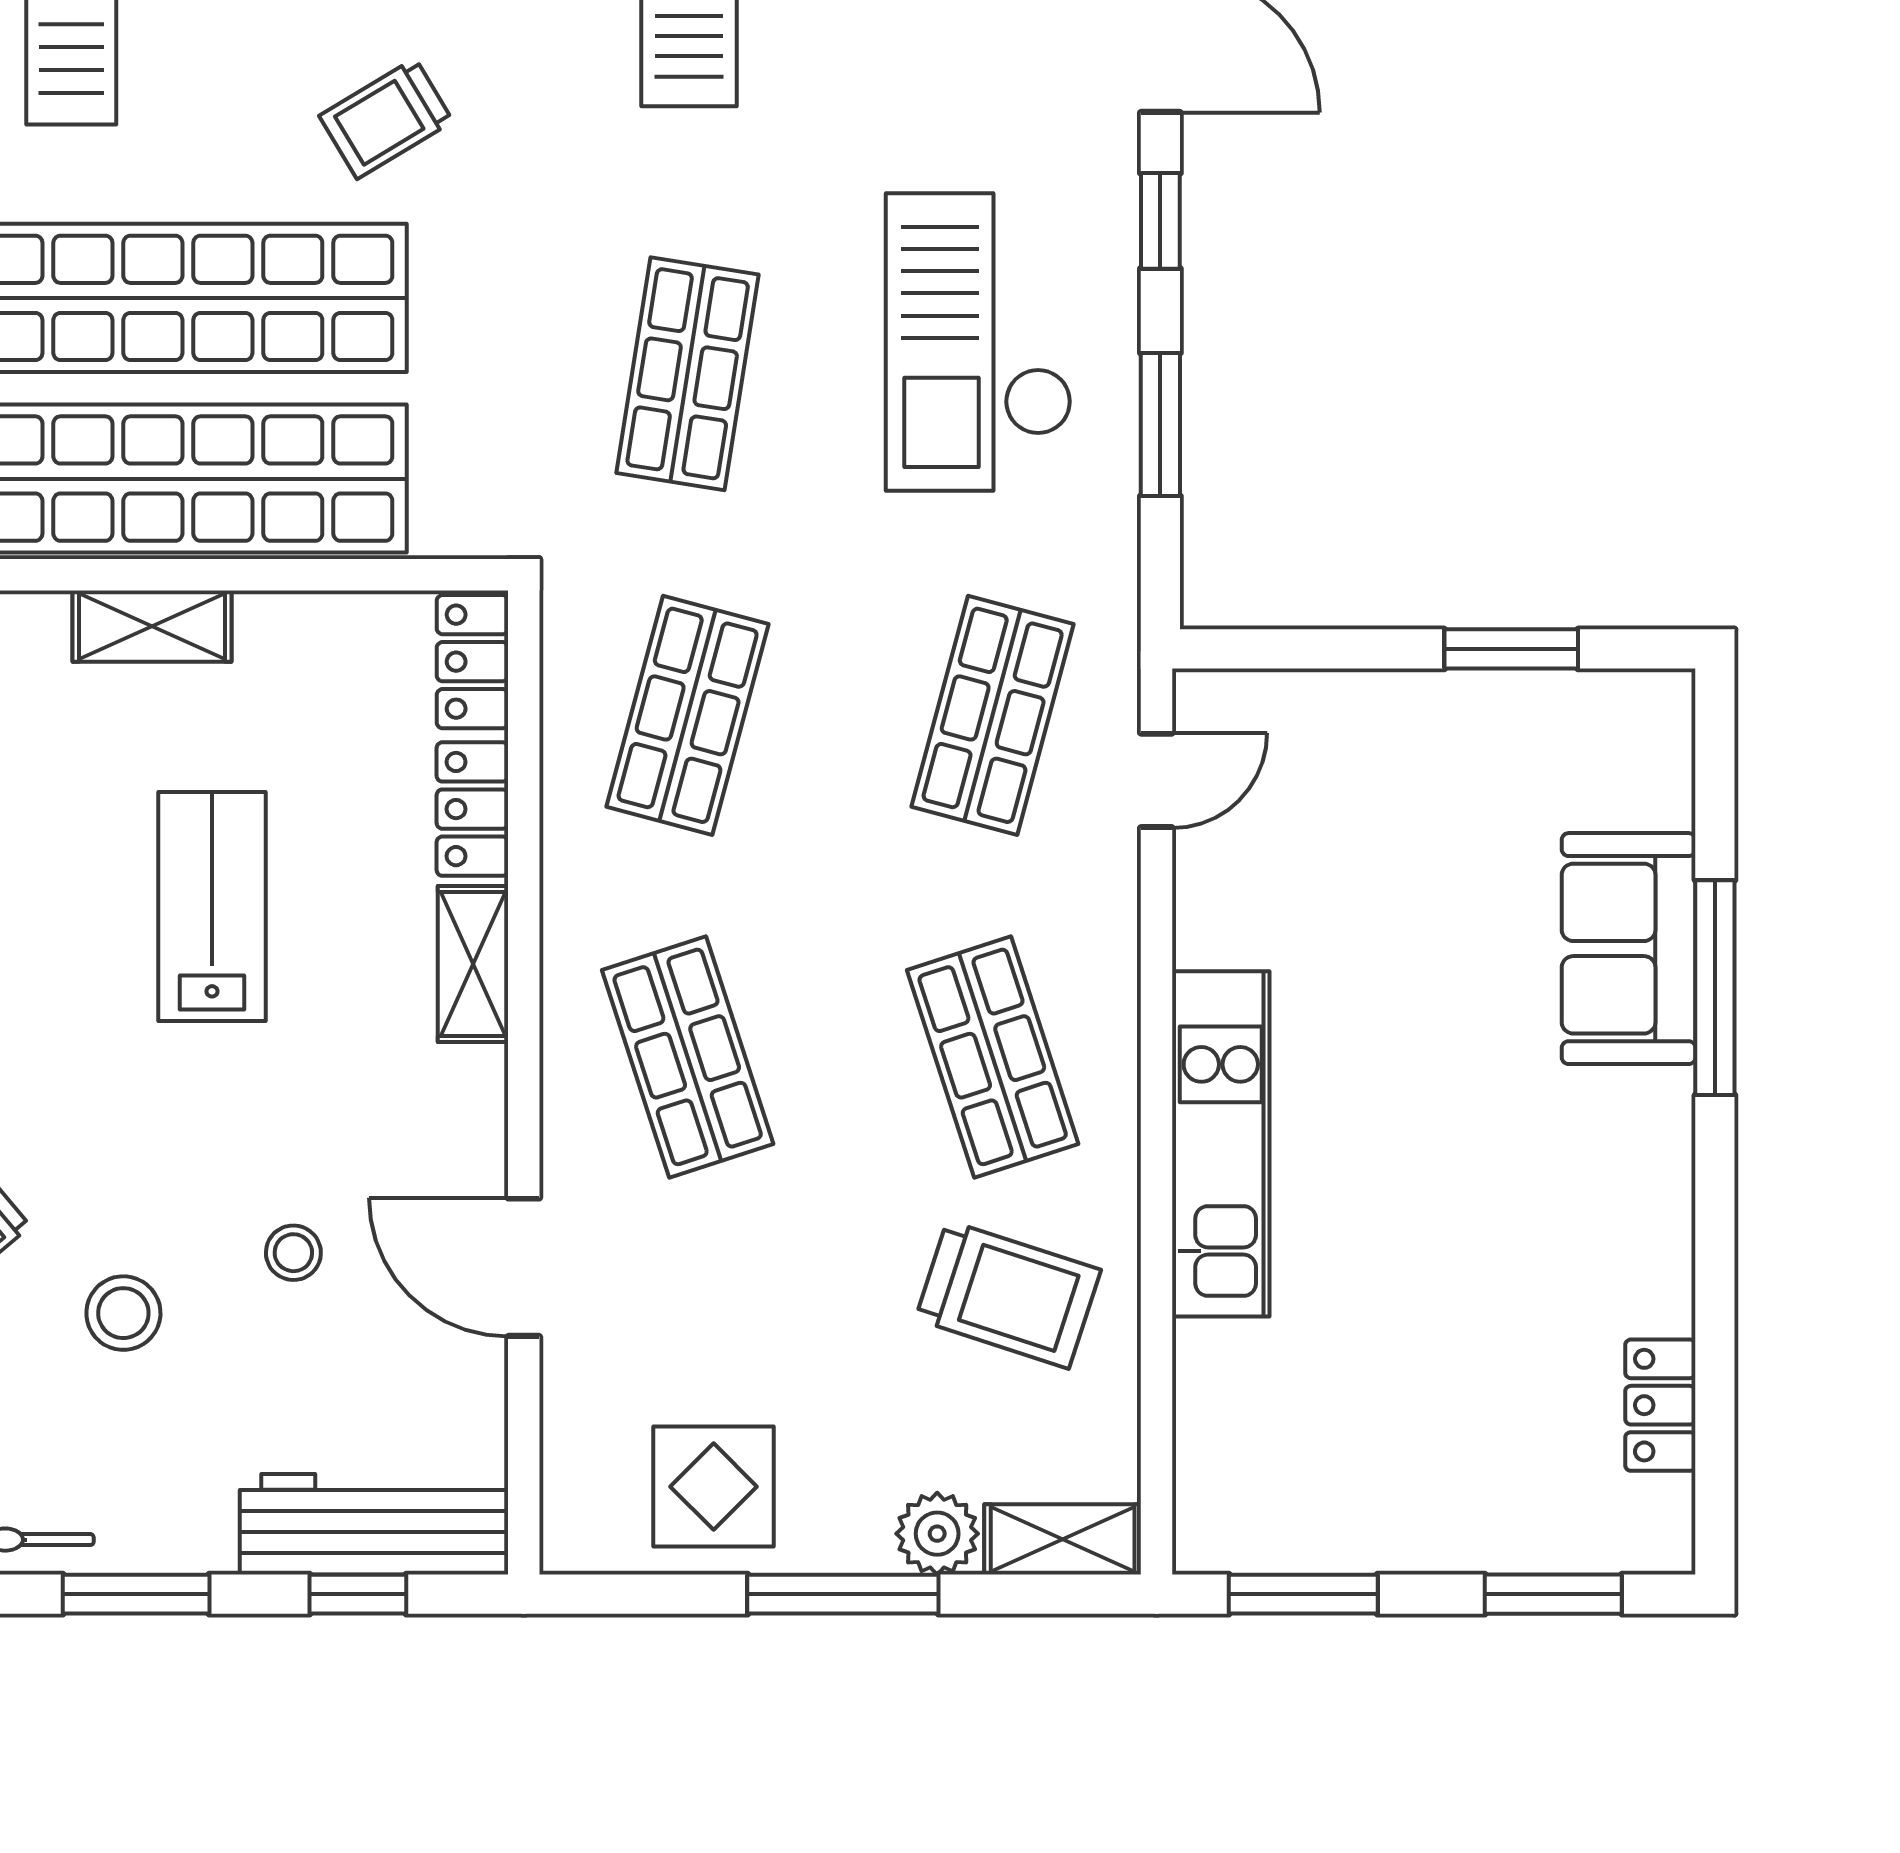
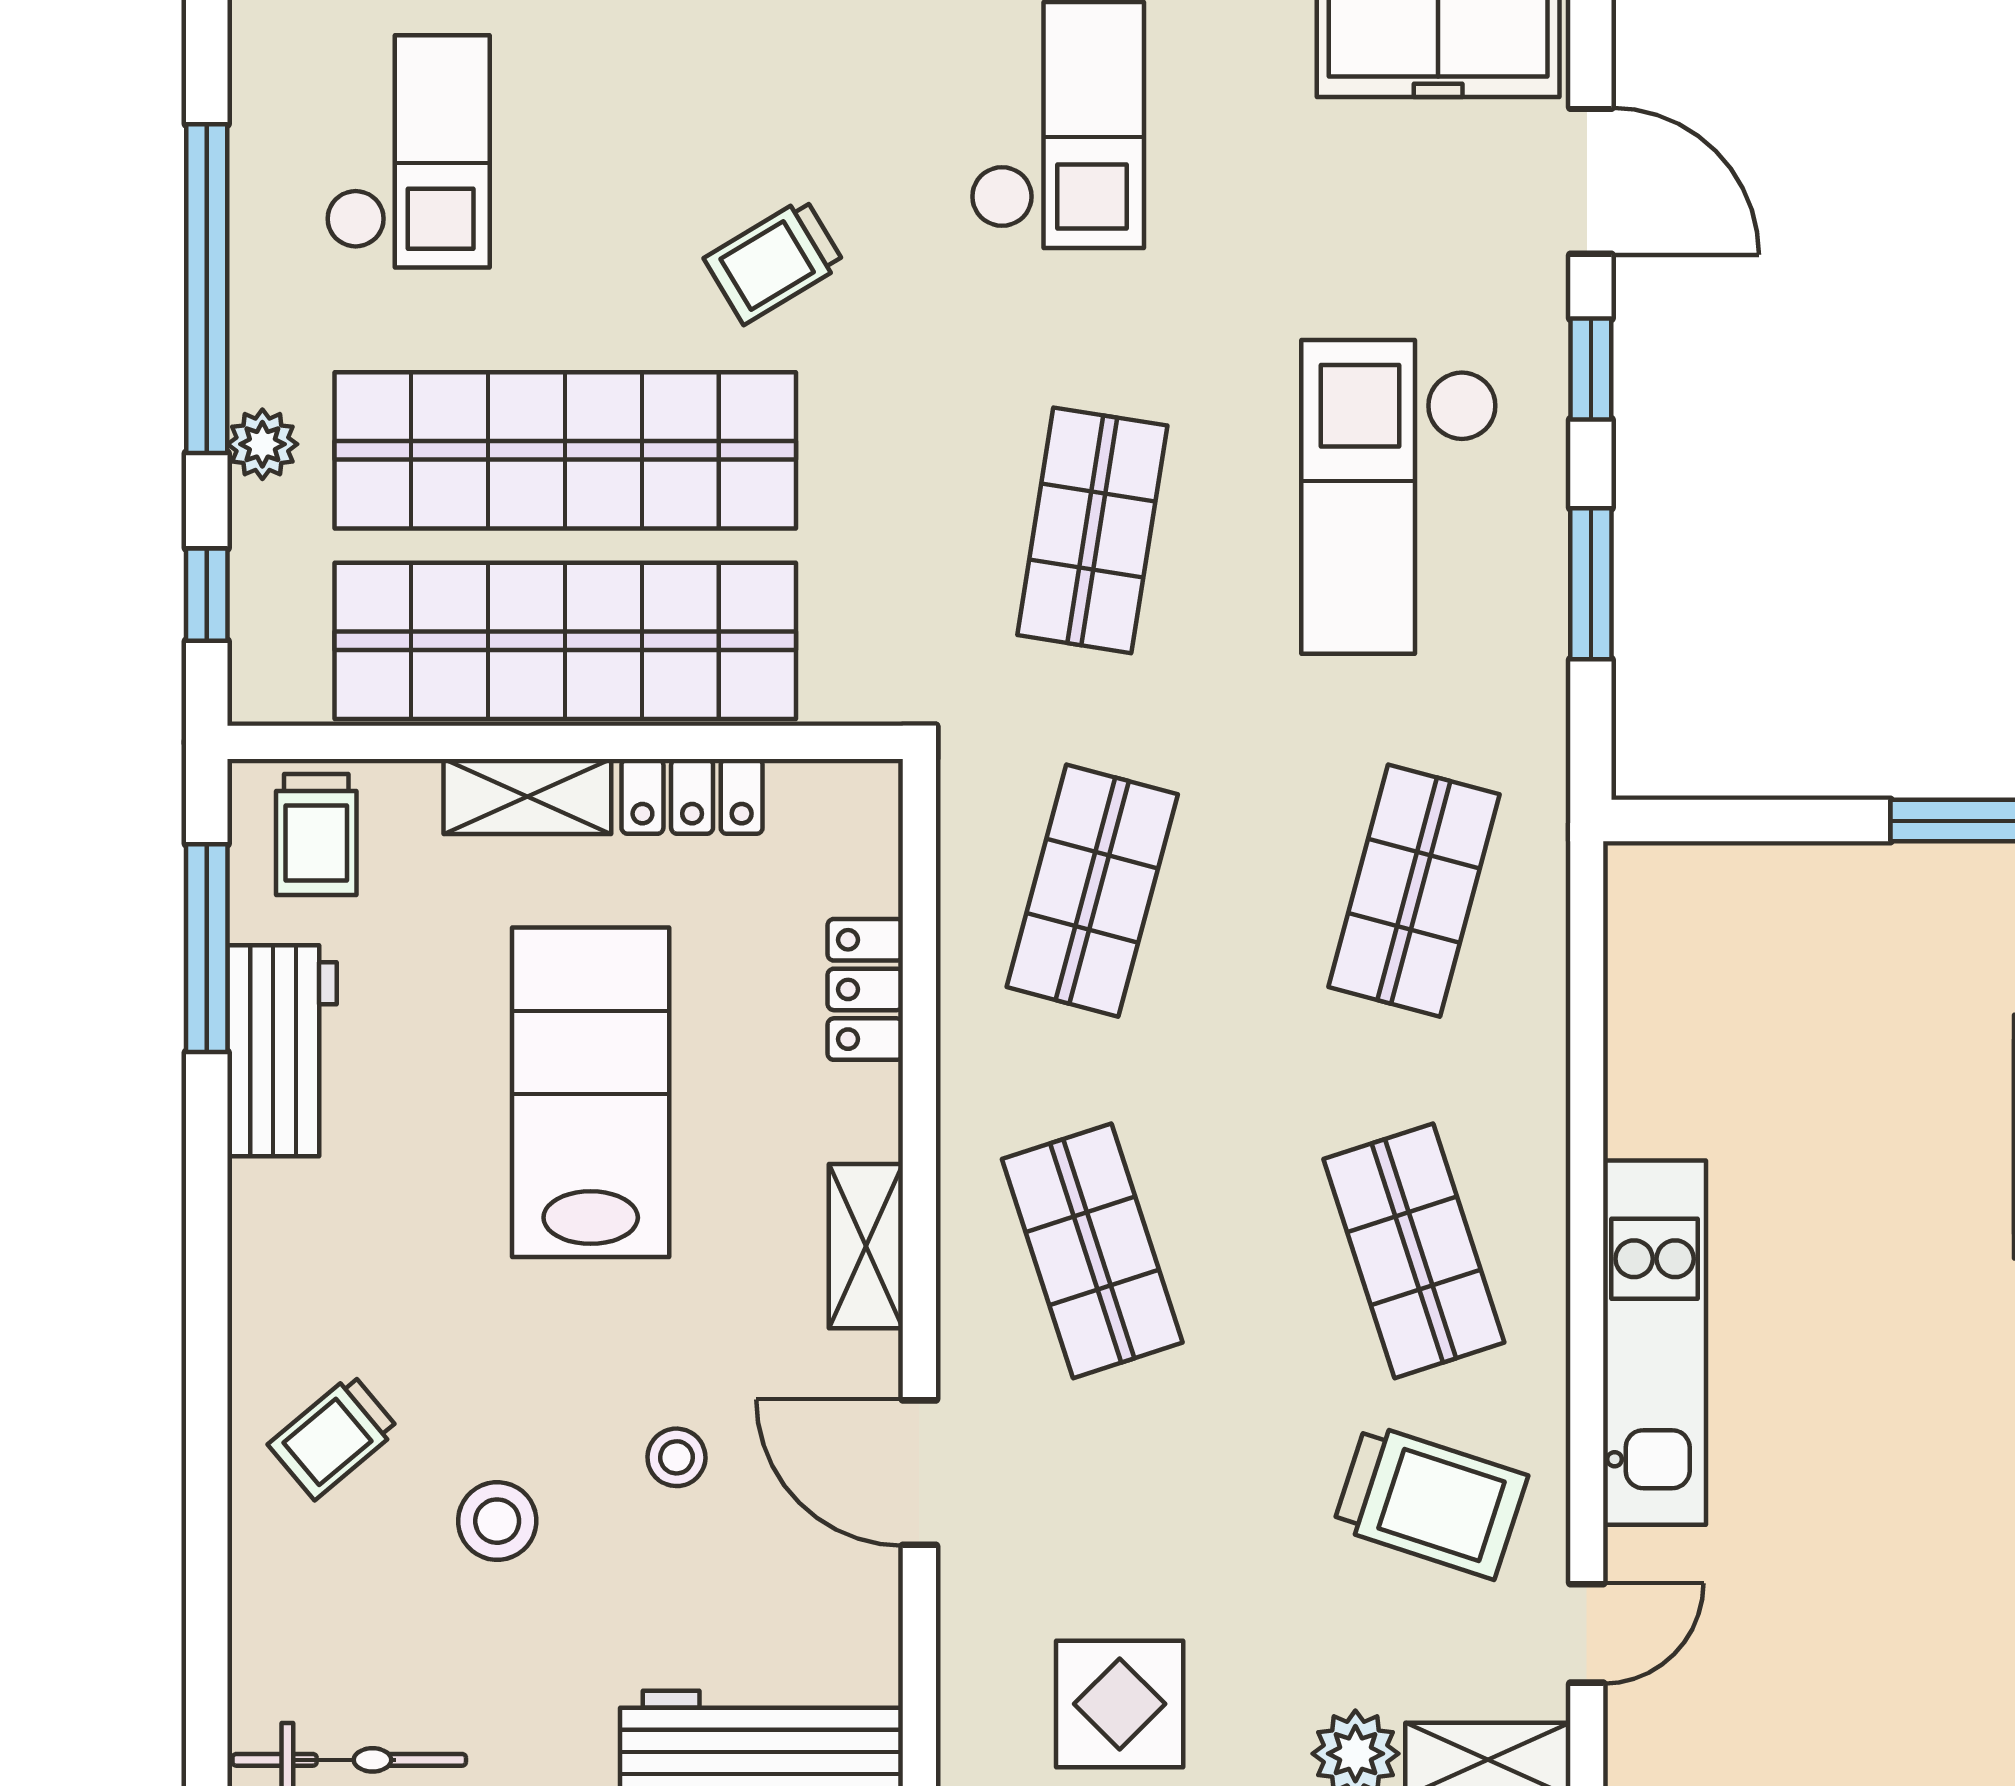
locker: (473, 662) -> (692, 796), moved, turned -90
door: (1156, 780) -> (1587, 1633), moved
lab bench: (212, 906) -> (591, 1092), width x1.36, depth x1.39
shelving: (473, 964) -> (866, 1246), moved

